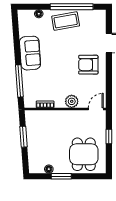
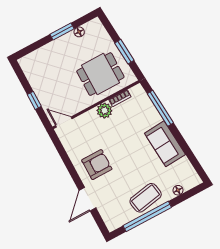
plant: (72, 101) -> (104, 111), moved
door: (96, 109) -> (64, 122), swing flipped
dining table: (84, 154) -> (100, 74), moved, turned 90

